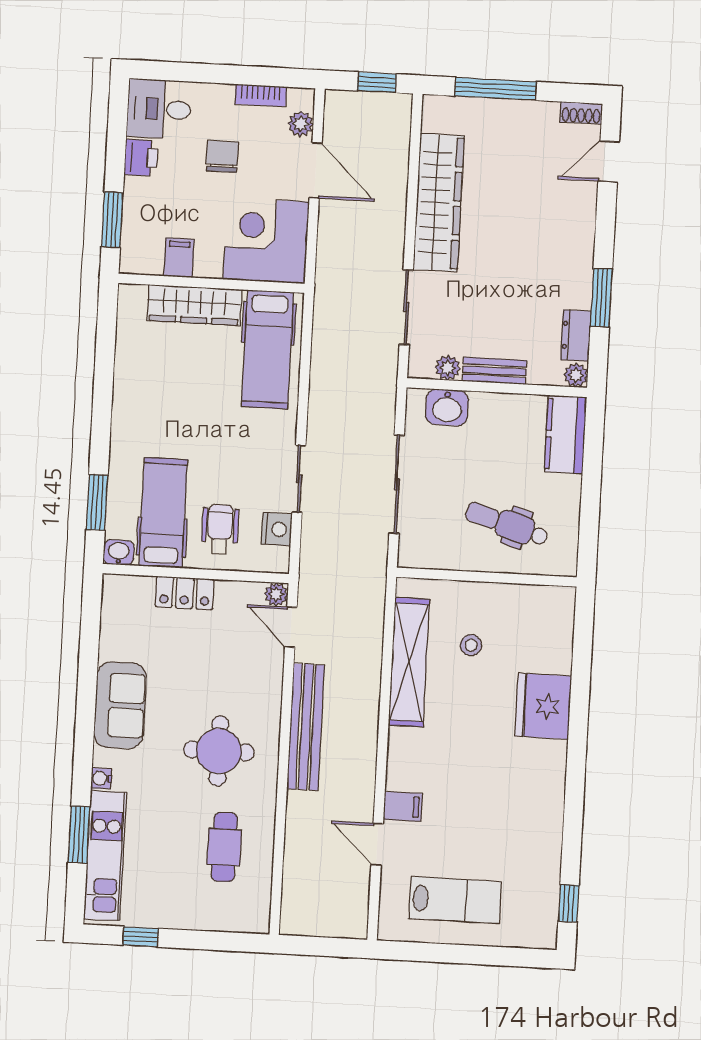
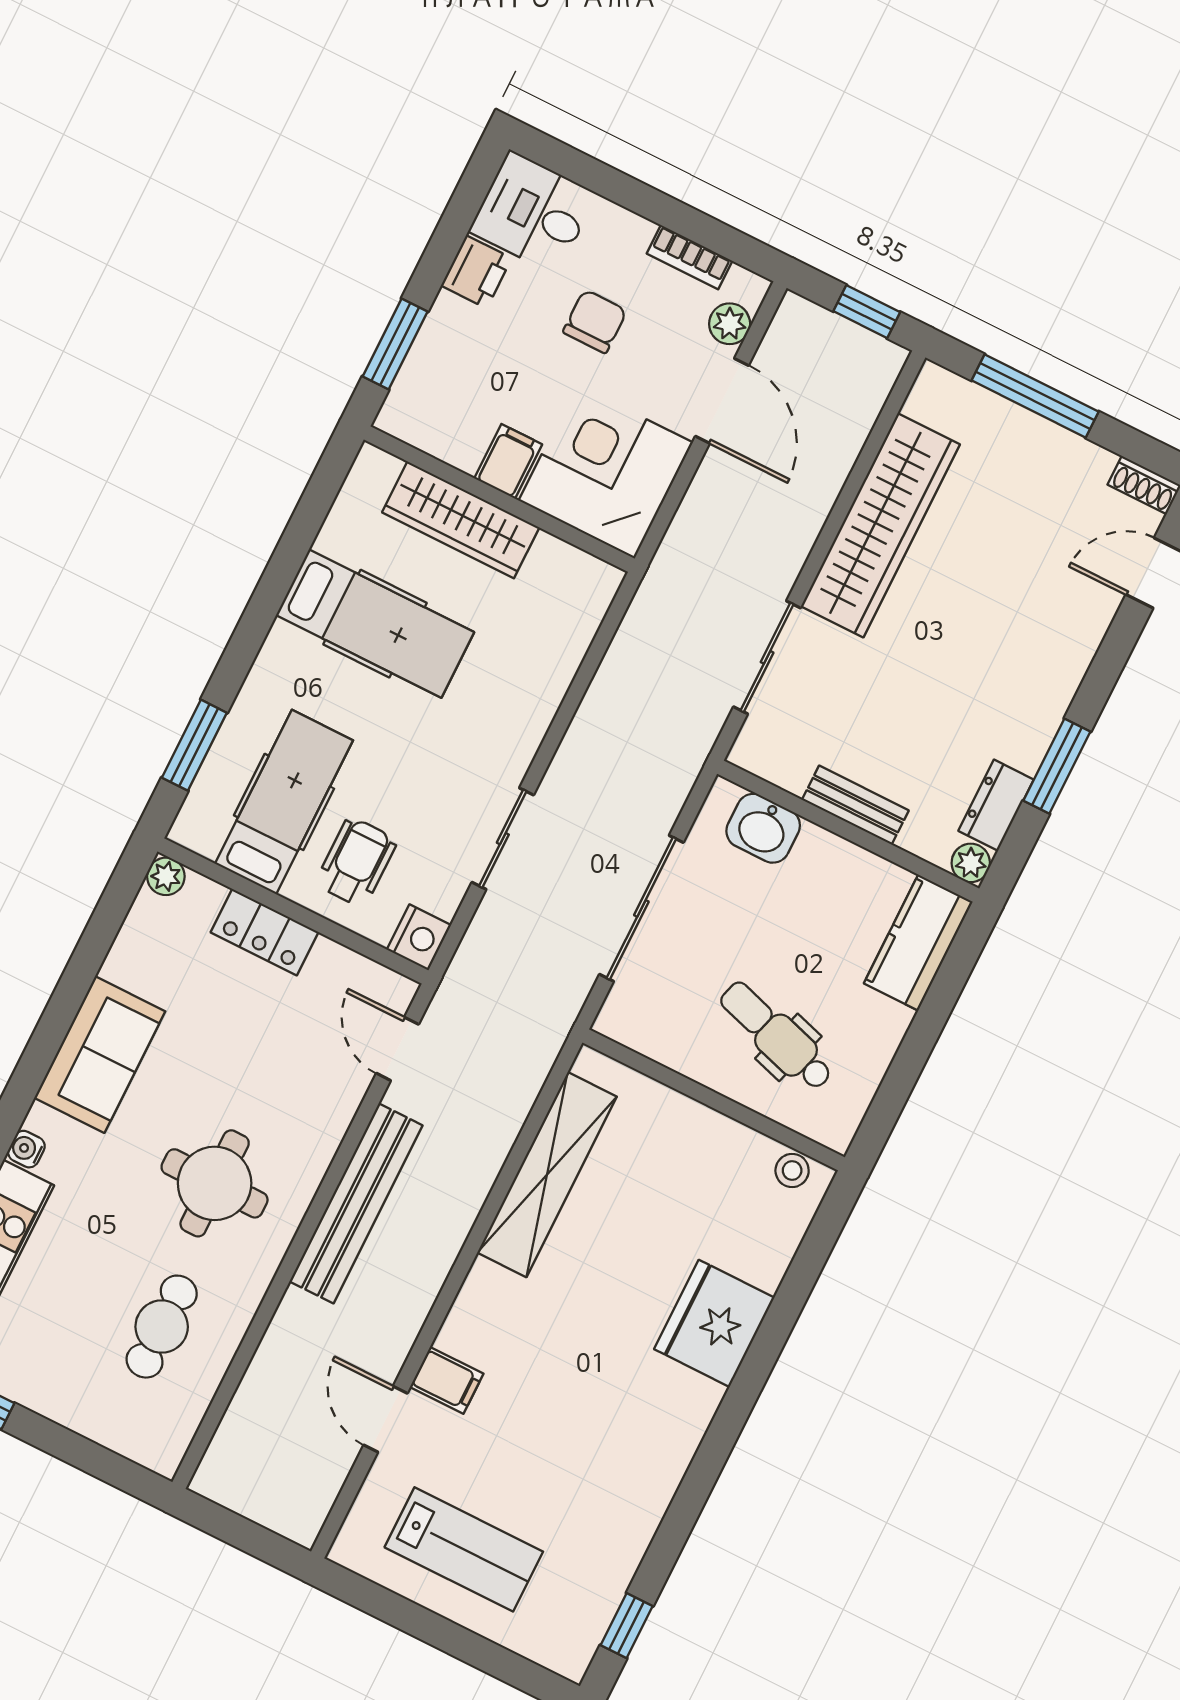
filing cabinet: (179, 258) -> (508, 461), moved
hospital bed: (267, 349) -> (375, 624), moved, turned -90
plant: (448, 368) -> (789, 771), removed
nightstand: (277, 529) -> (419, 937), moved
washbasin: (119, 552) -> (194, 832), removed
plant: (276, 594) -> (166, 876), moved
stool: (471, 645) -> (792, 1170), moved

